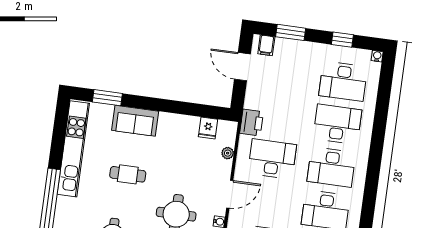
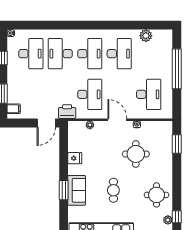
door: (242, 67) -> (46, 123), moved
window: (107, 98) -> (64, 190), moved
fridge: (208, 128) -> (75, 158), moved
desk: (272, 159) -> (90, 94), turned 180

